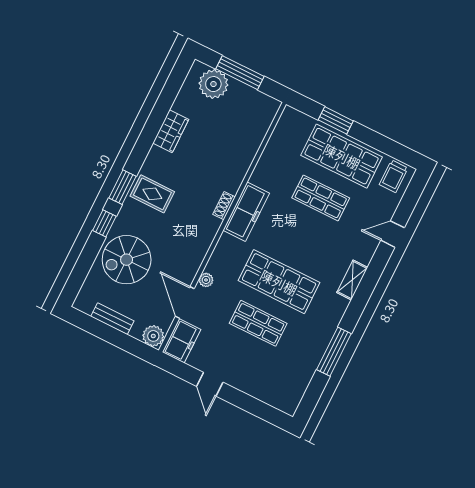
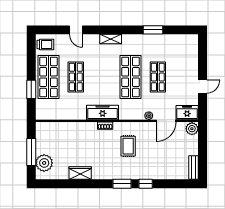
rug: (152, 194) -> (128, 146), moved
spiral stairs: (127, 260) -> (159, 163), removed
bench: (112, 319) -> (194, 167), moved
window: (334, 352) -> (153, 30), width x0.69

